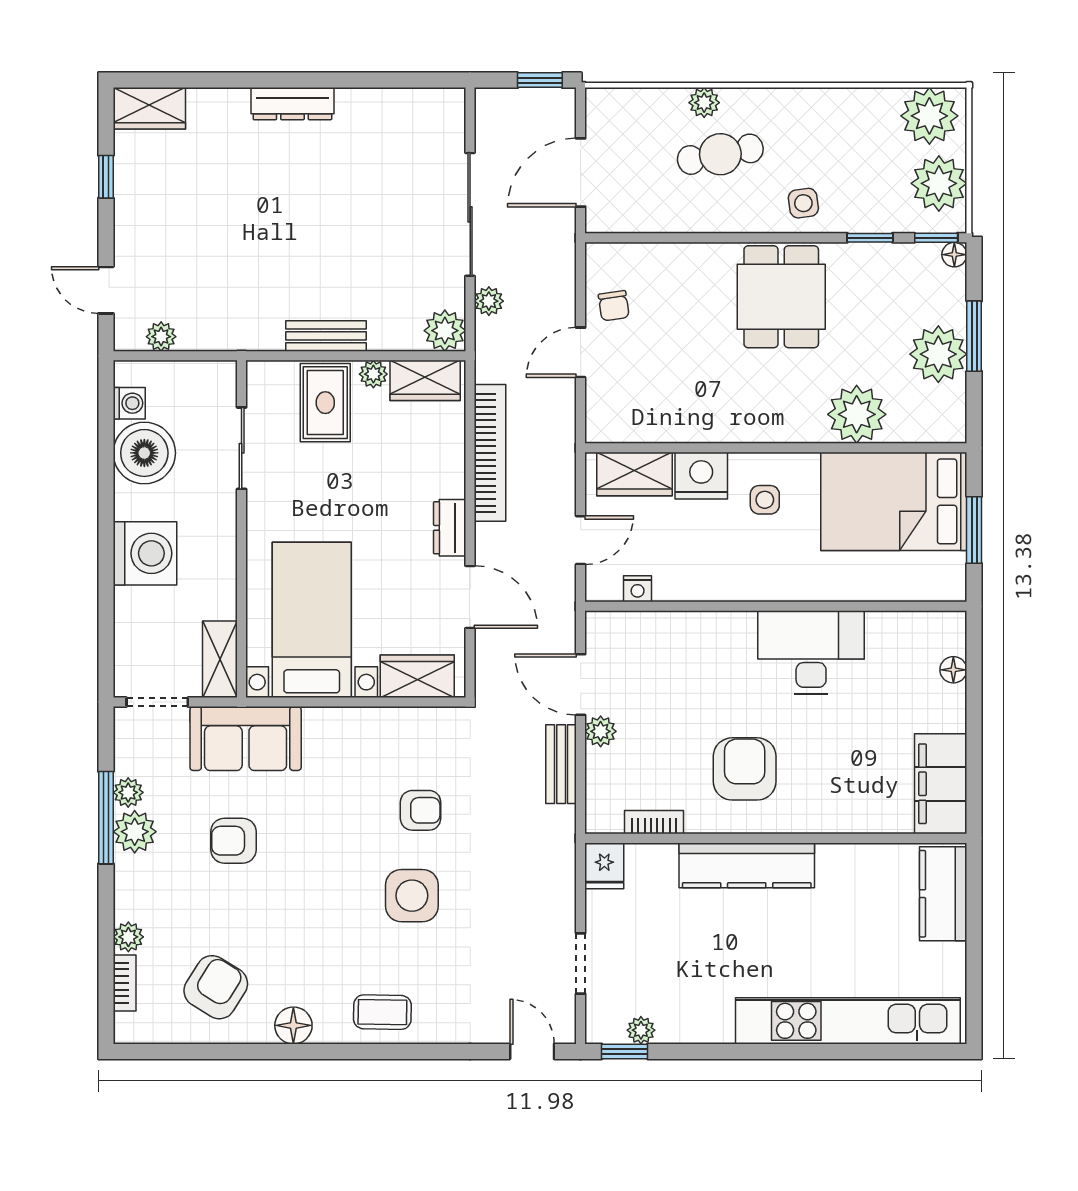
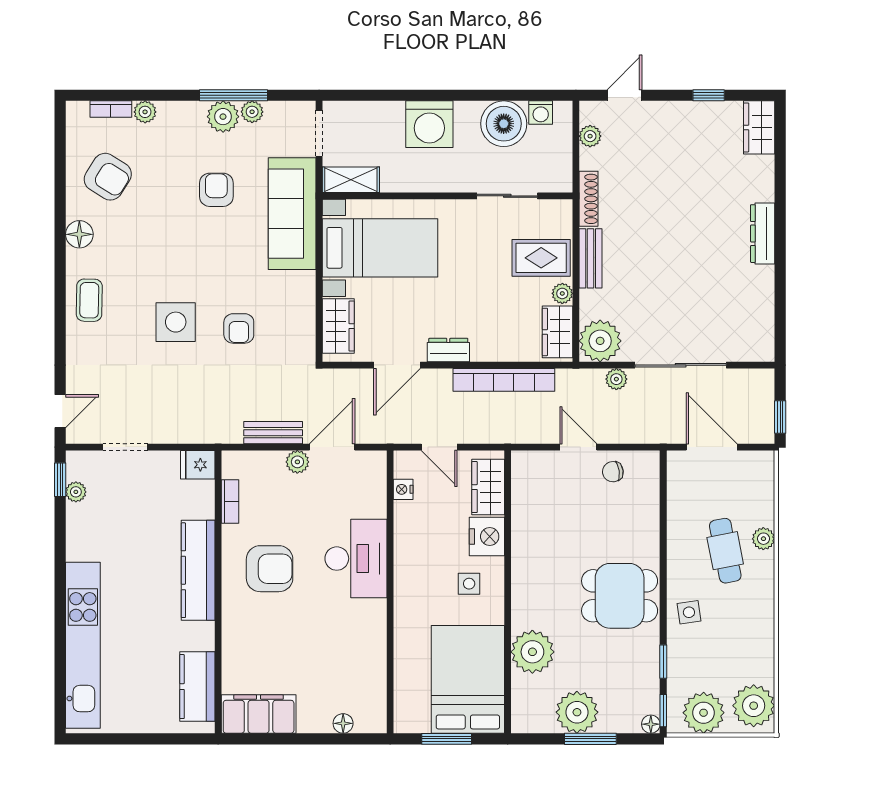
plant: (445, 331) -> (600, 341), width x1.36, depth x1.36
shoe rack: (246, 339) -> (589, 199), added
desk: (811, 652) -> (356, 559), moved
sofa: (246, 739) -> (292, 214), width x1.36
kitchen counter: (943, 894) -> (197, 687), moved, turned -90

